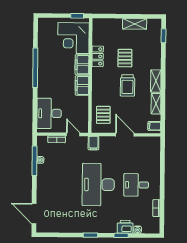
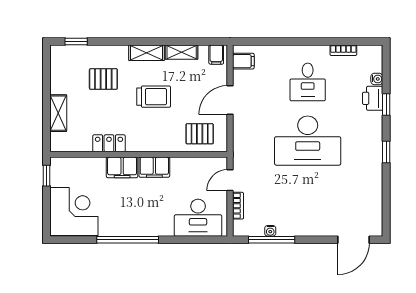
shelving: (135, 24) -> (58, 113), moved
corner desk: (73, 38) -> (74, 212), moved, turned -90
pallet: (125, 58) -> (103, 79), moved
filing cabinet: (93, 143) -> (243, 61), moved

